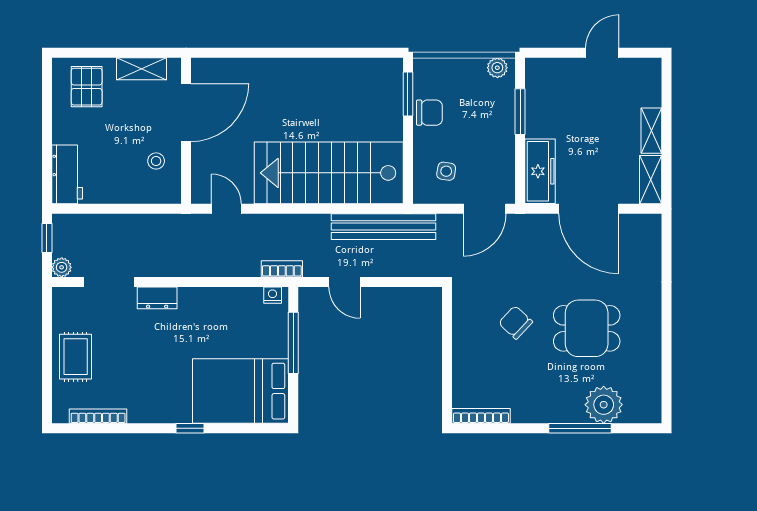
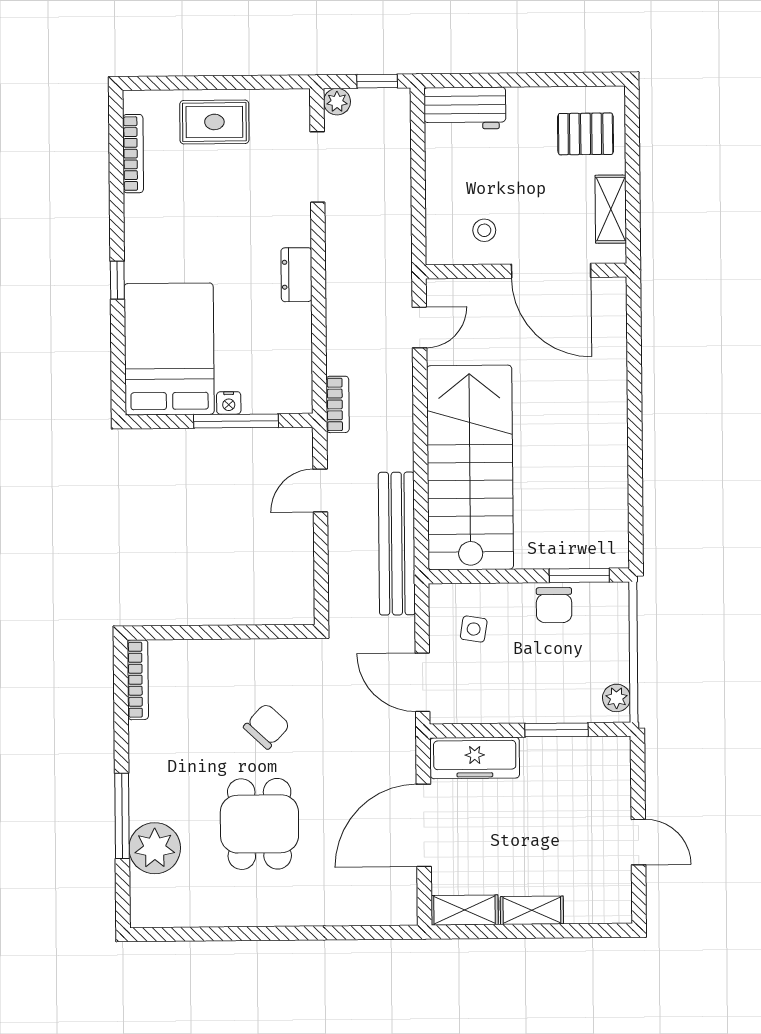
nightstand: (273, 295) -> (229, 403), moved, turned 90
dresser: (157, 298) -> (296, 275), moved

